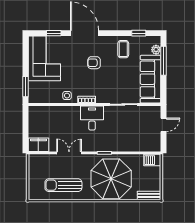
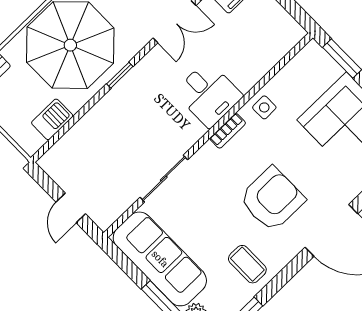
armchair: (94, 63) -> (272, 199), width x1.88, depth x1.88
desk: (92, 118) -> (208, 94), moved
barbecue: (152, 160) -> (52, 119), moved

